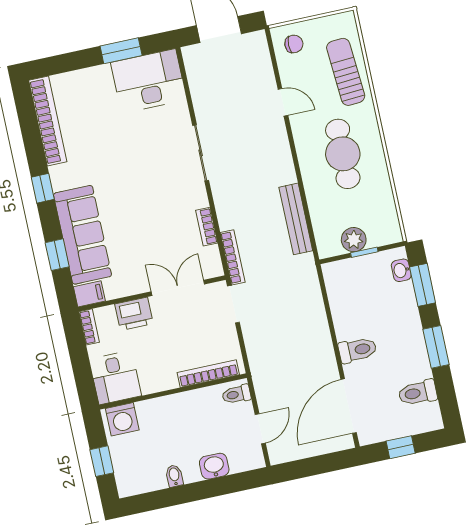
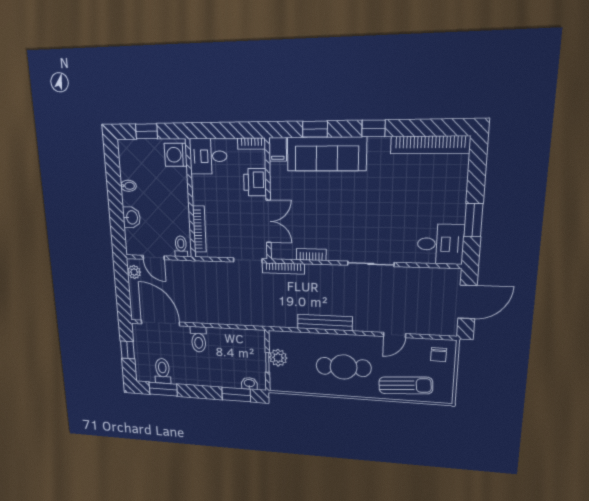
desk: (149, 81) -> (440, 244), width x0.73
bench: (296, 219) -> (325, 323), moved
window: (436, 347) -> (163, 389), moved
plant: (287, 453) -> (134, 272), added

